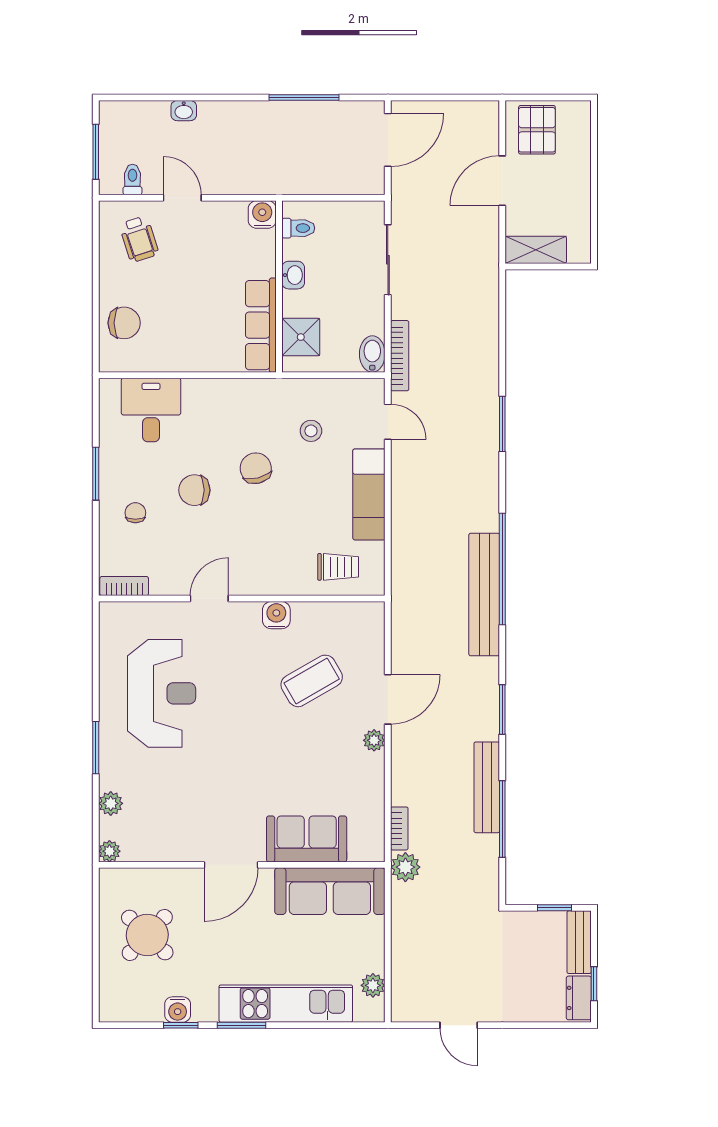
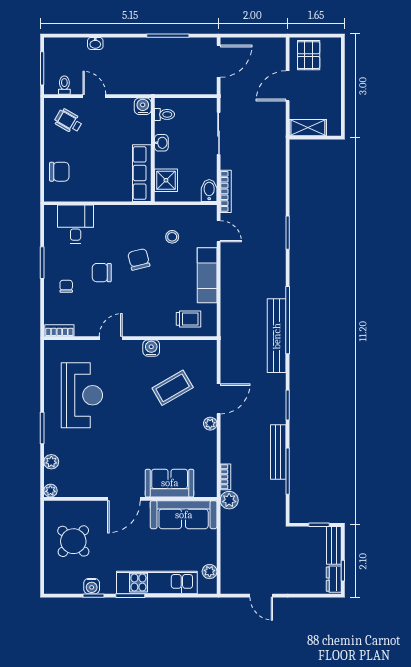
wheelchair: (139, 239) -> (68, 121), turned 138

